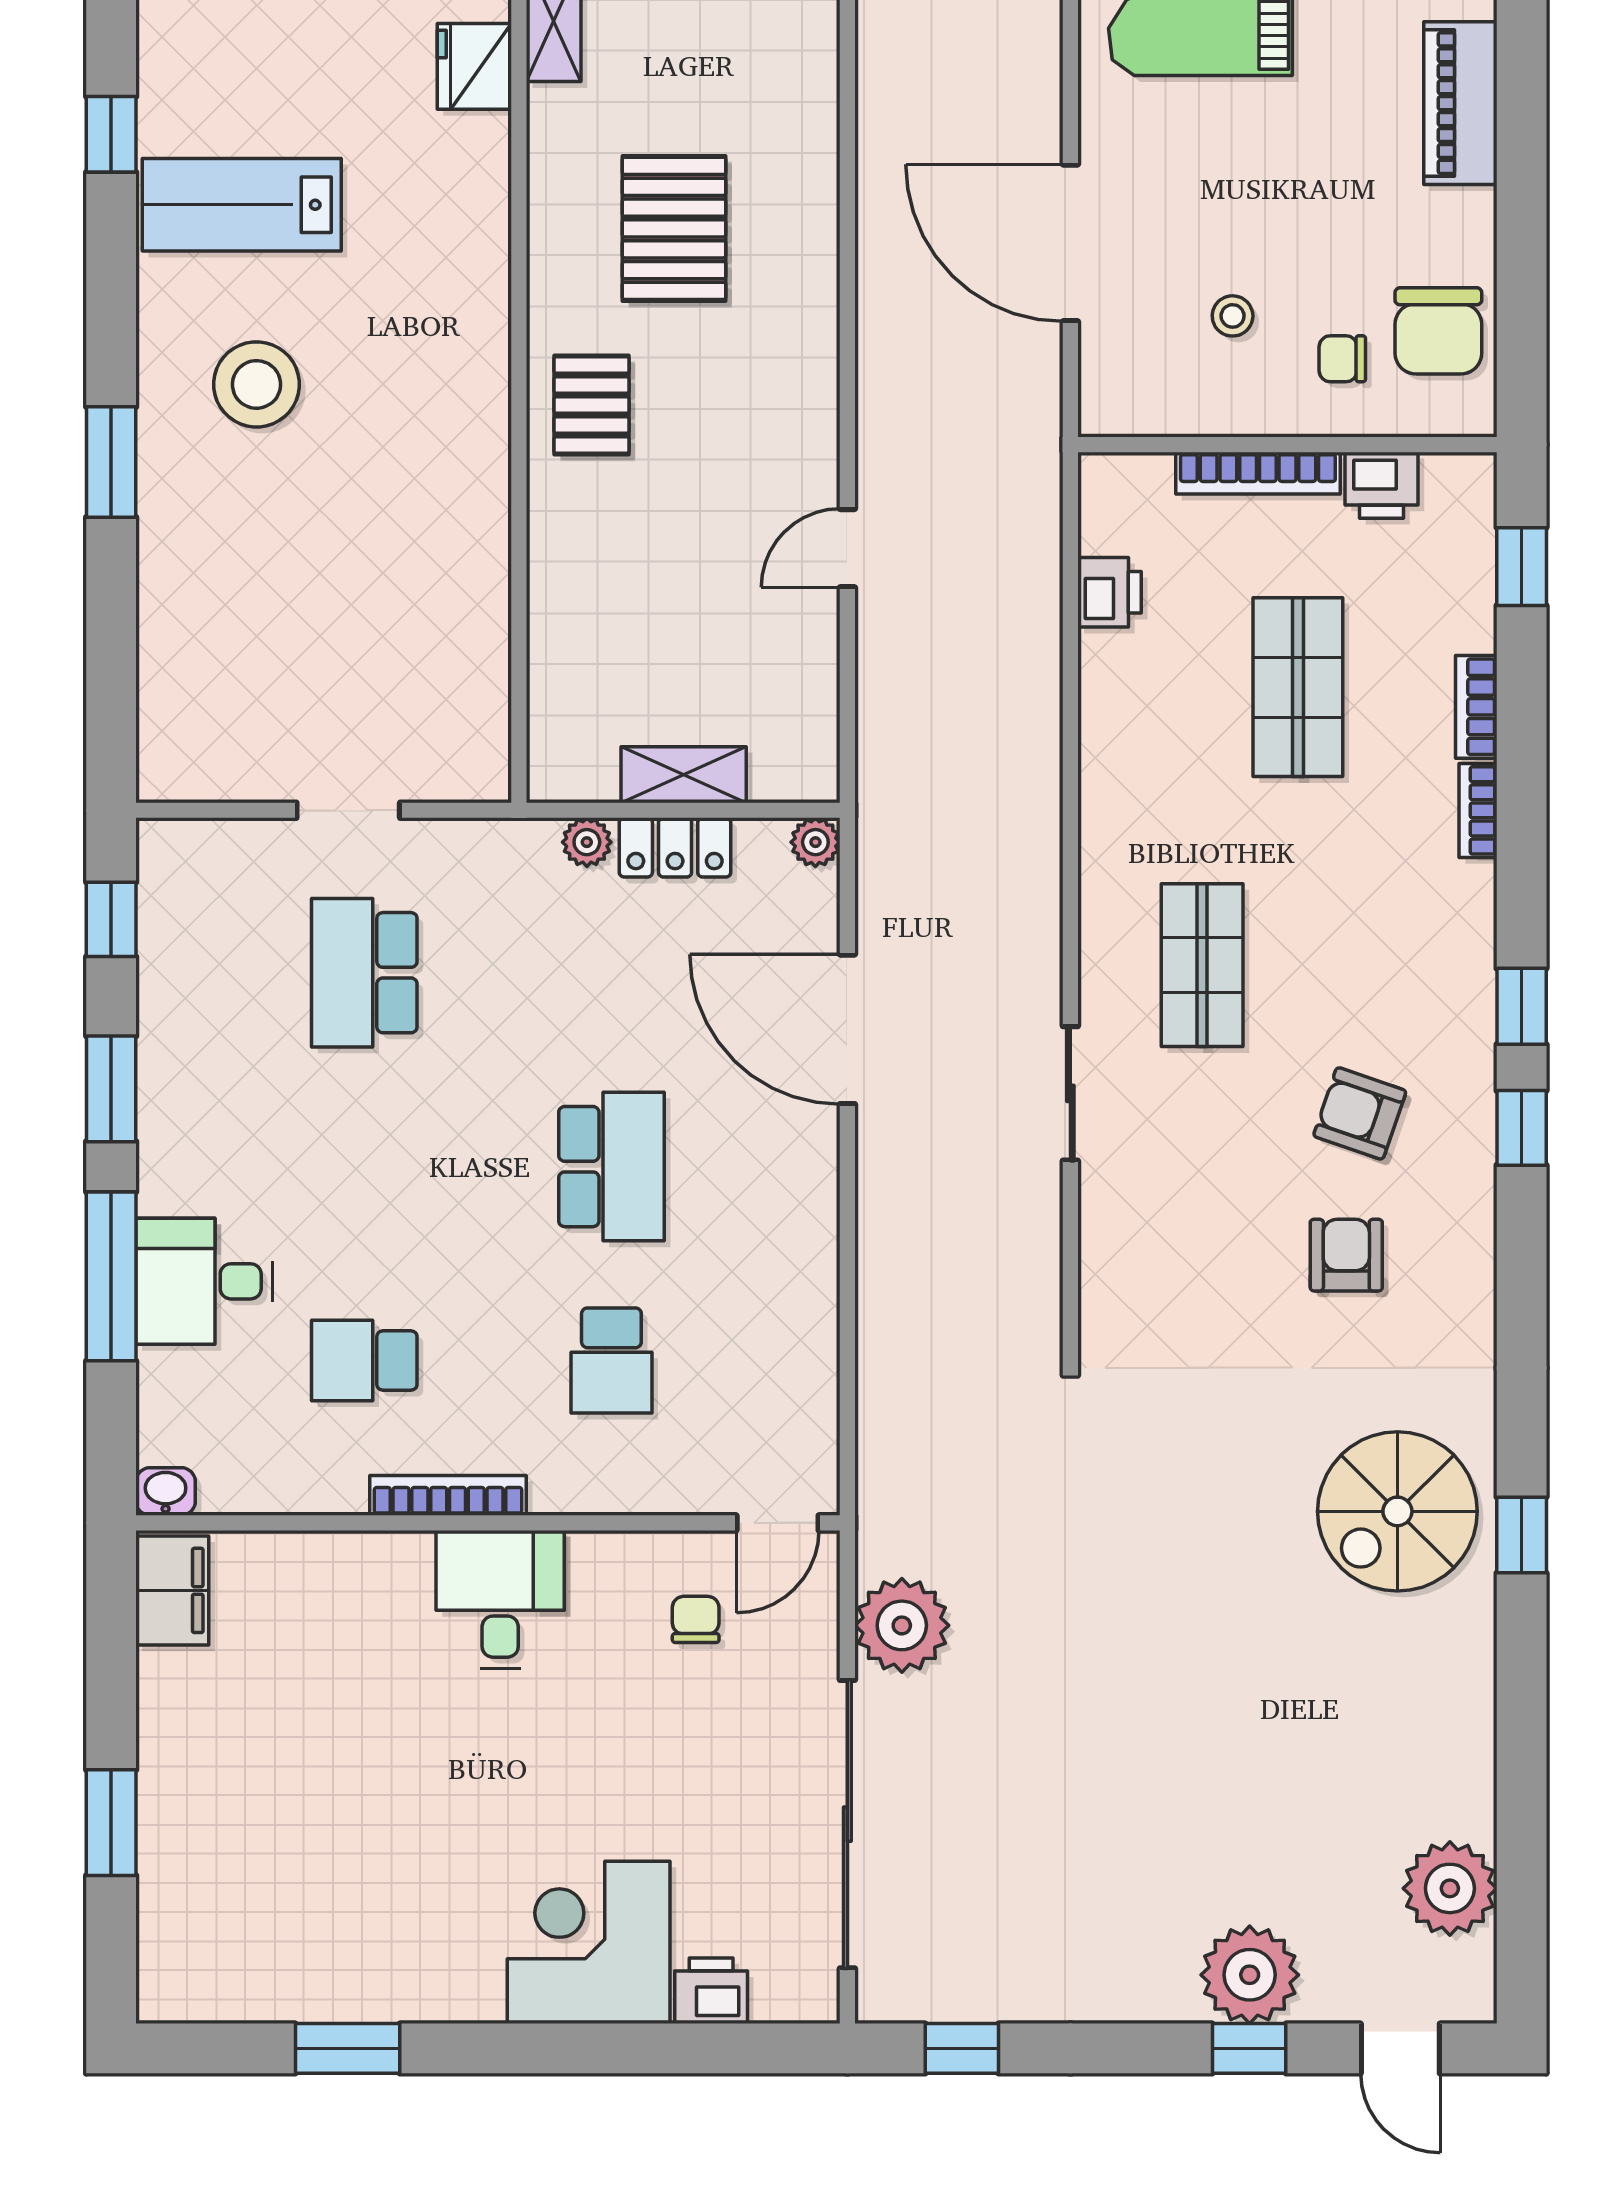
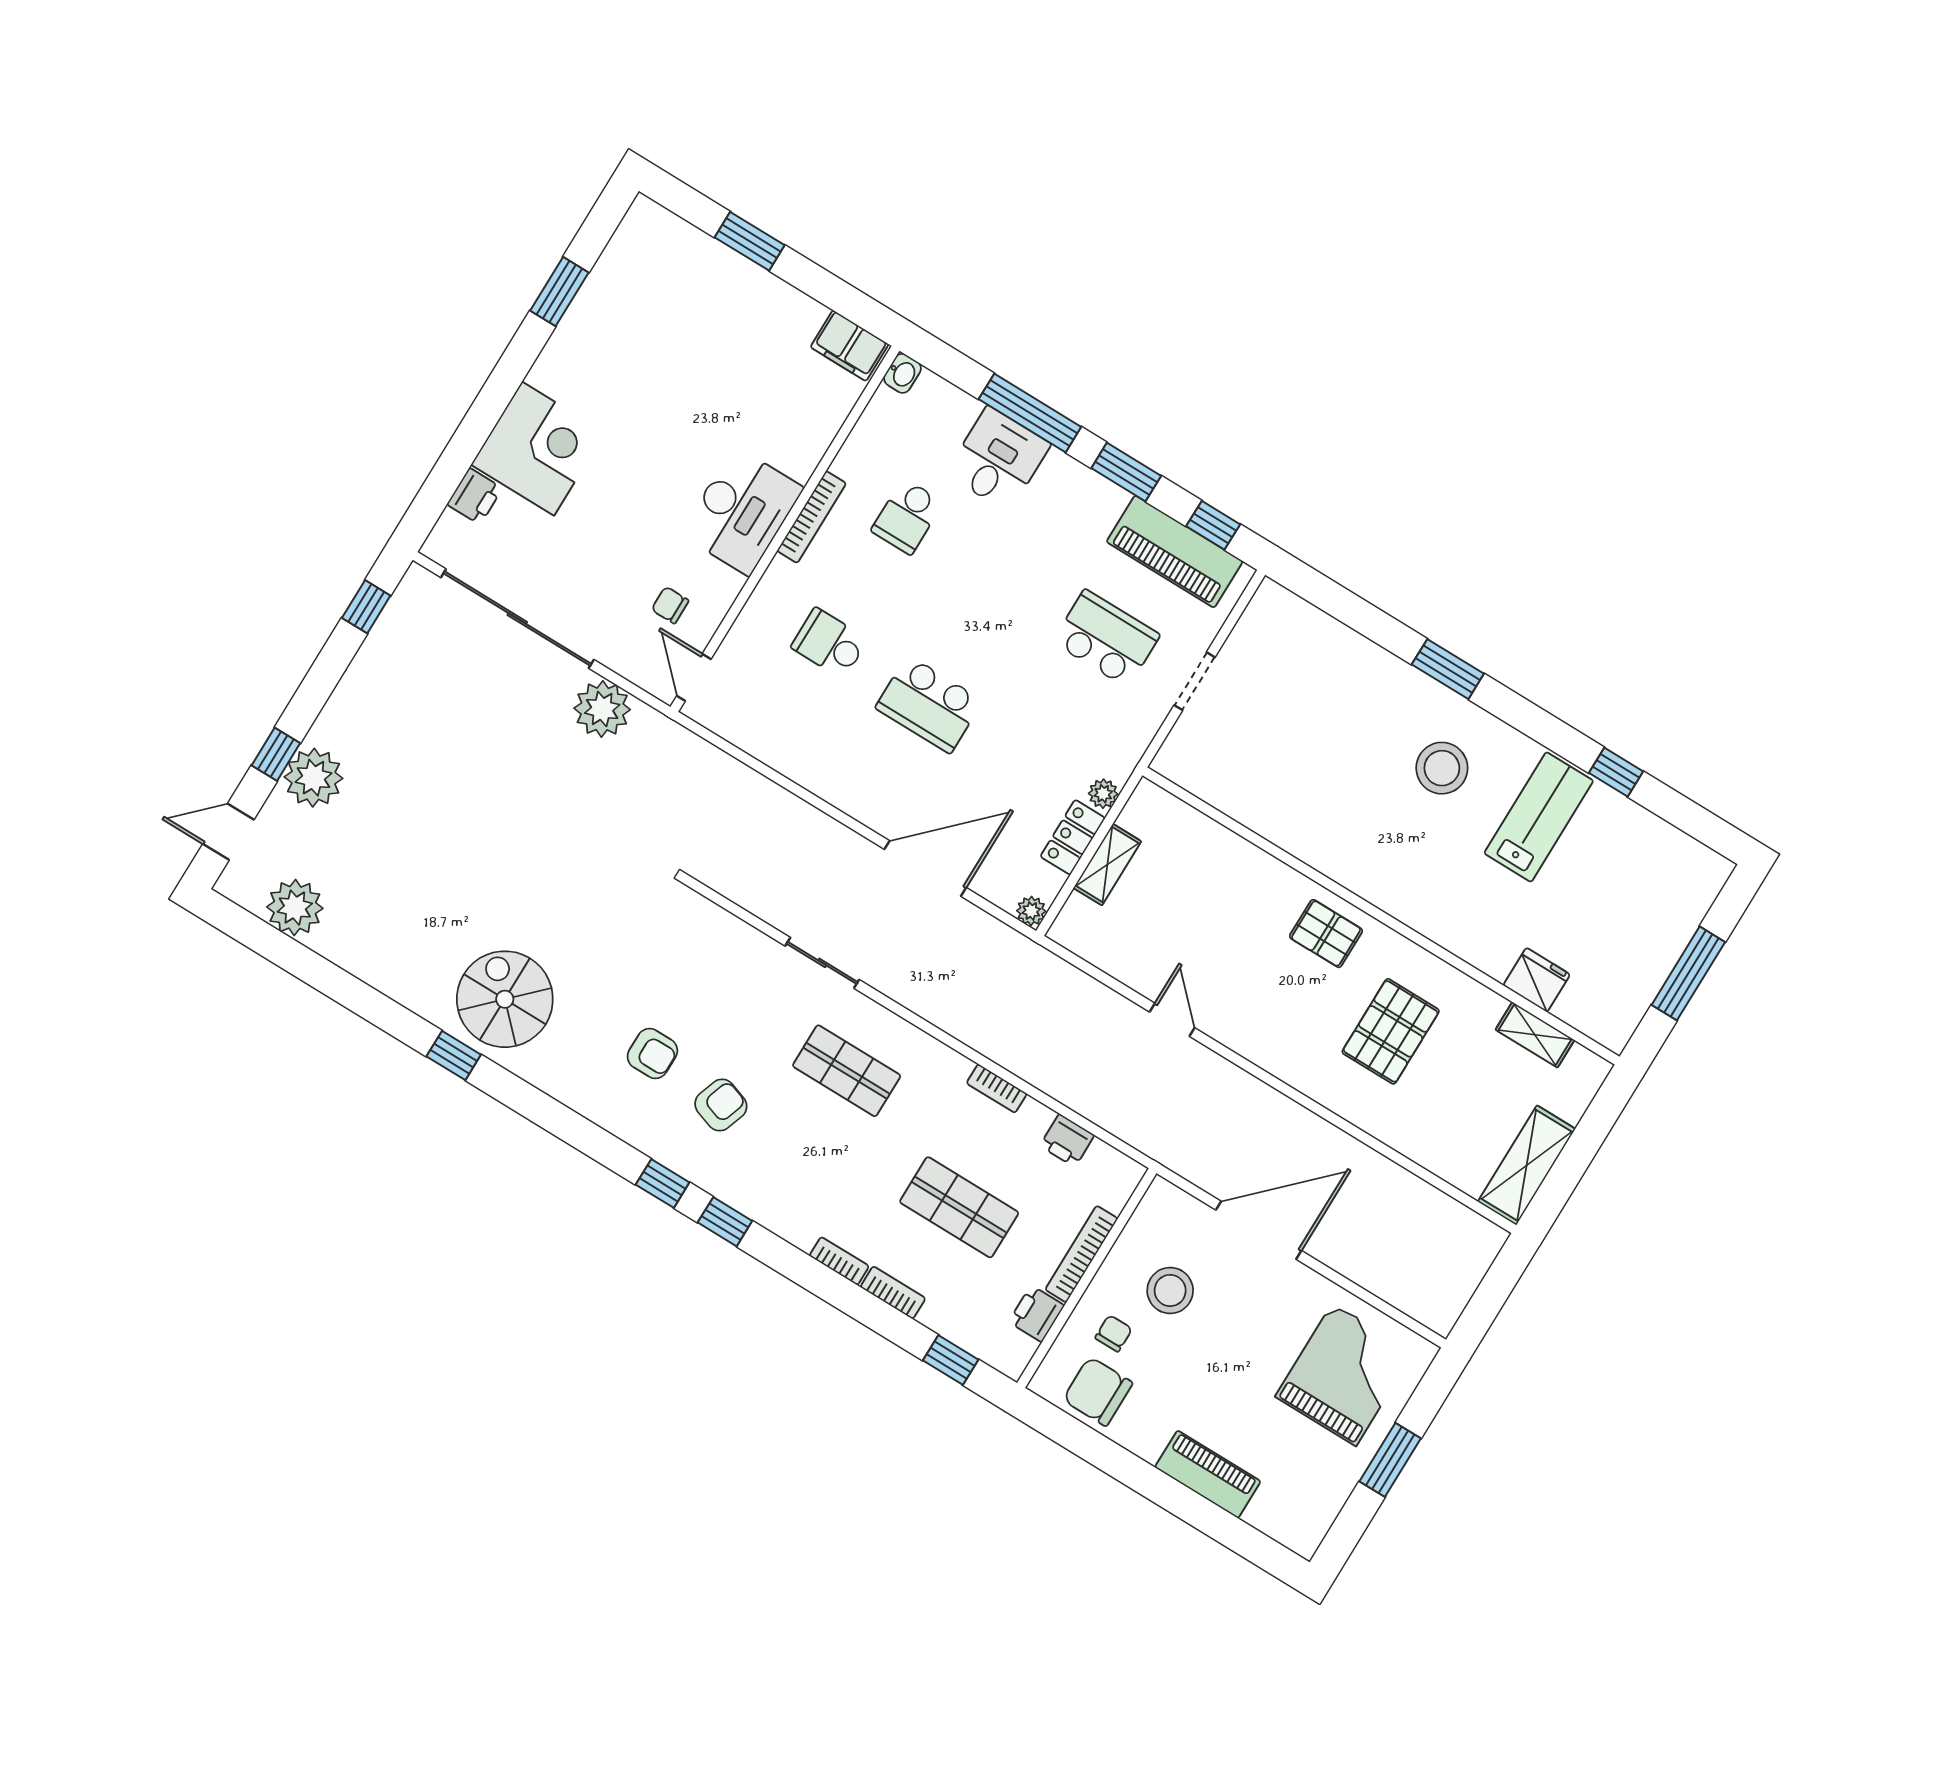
pallet: (674, 228) -> (1391, 1031), turned 90
stool: (1233, 316) -> (1170, 1290), width x1.89, depth x1.89
bookcase: (1097, 737) -> (997, 1088), added
piano: (182, 951) -> (1175, 552), added
school desk: (364, 1361) -> (907, 516), turned 180
desk: (500, 1599) -> (742, 511), width x1.37
chair: (696, 1619) -> (670, 605), turned 180

